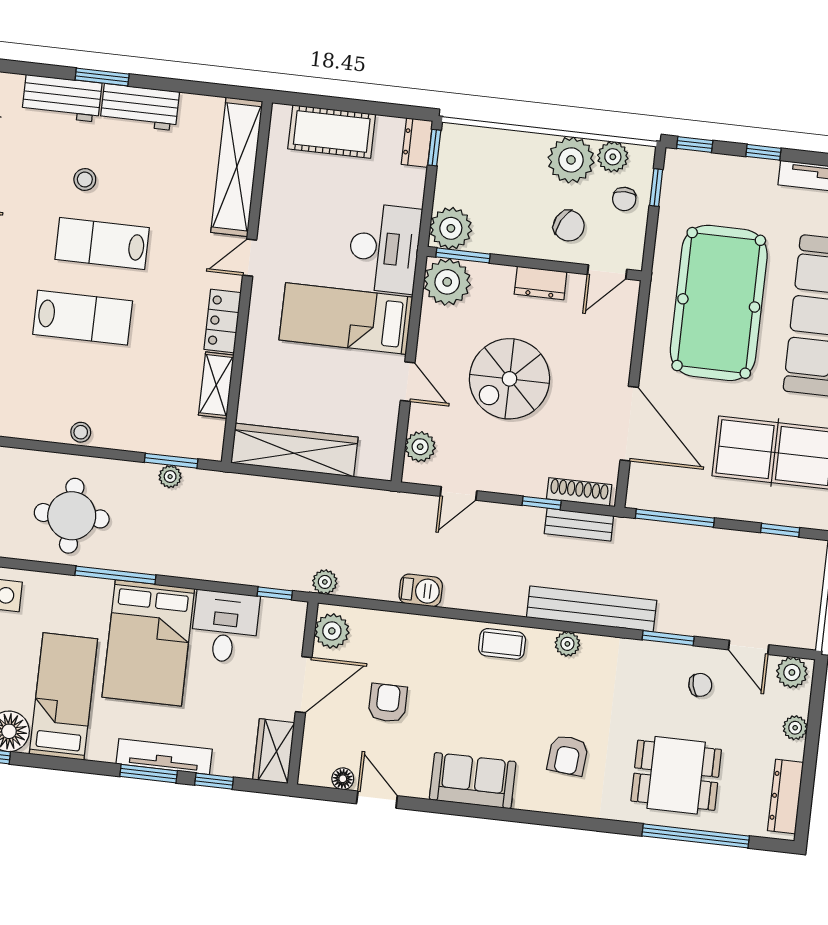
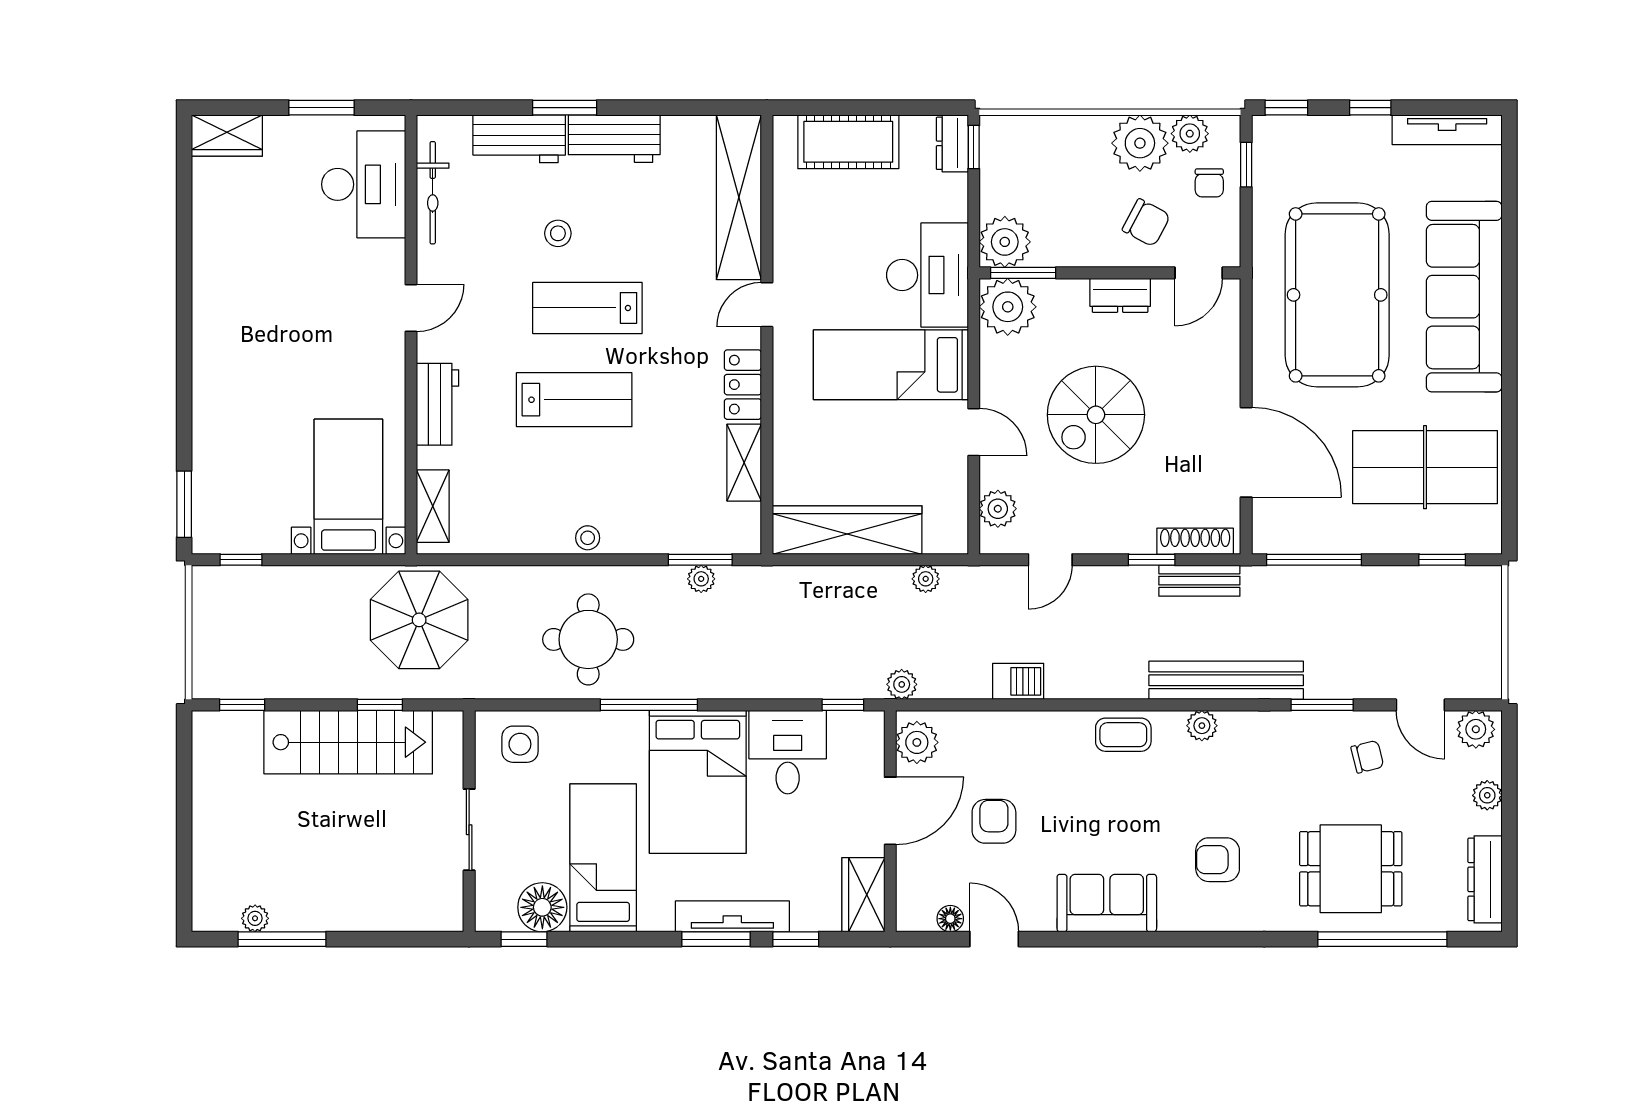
plant: (354, 498) -> (926, 579), added
armchair: (568, 755) -> (1218, 860), turned 85

